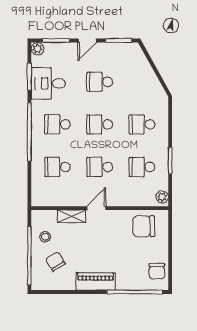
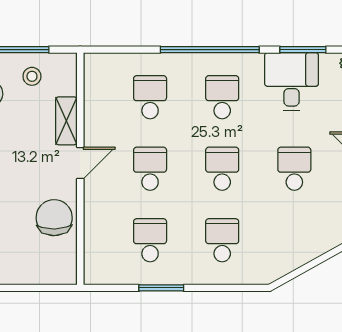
plant: (162, 197) -> (99, 274), removed
door: (96, 208) -> (80, 163), hinge flipped
chair: (144, 226) -> (54, 218), moved

